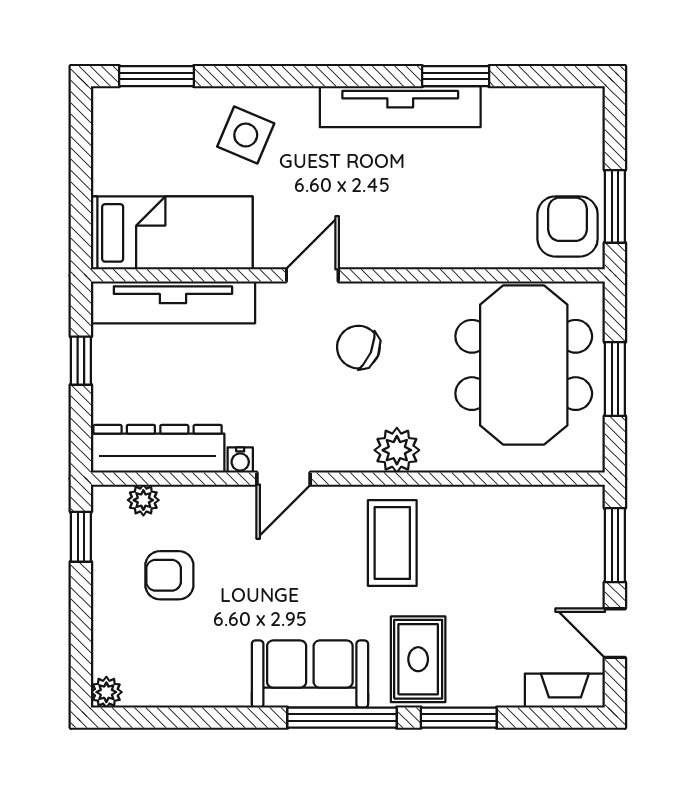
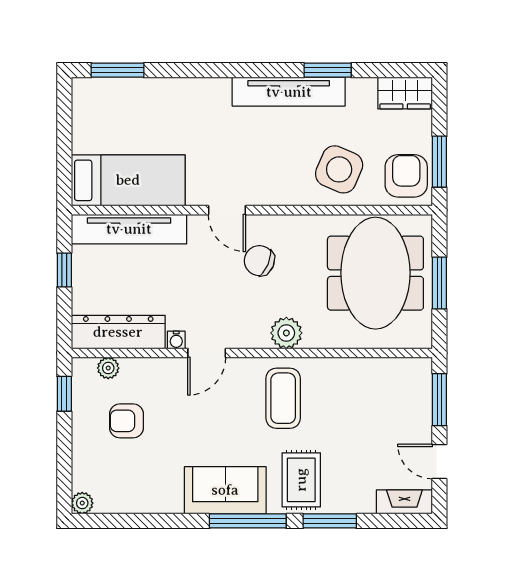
wardrobe: (566, 109) -> (405, 93), added
side table: (246, 135) -> (339, 169), moved, width x1.37, depth x1.37
door: (312, 275) -> (227, 210), swing flipped

